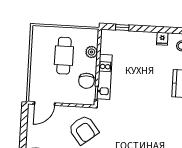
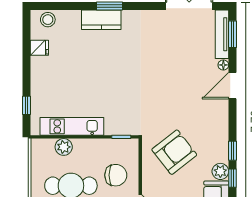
kitchen unit: (105, 77) -> (72, 126), moved
chair: (86, 81) -> (116, 175), moved

